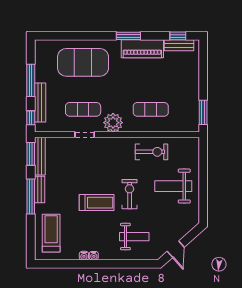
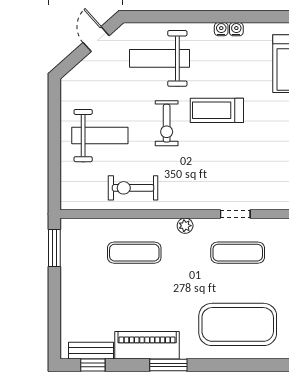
plant: (113, 123) -> (185, 226), width x0.53, depth x0.53
weight bench: (134, 237) -> (159, 58), width x1.36, depth x1.33

